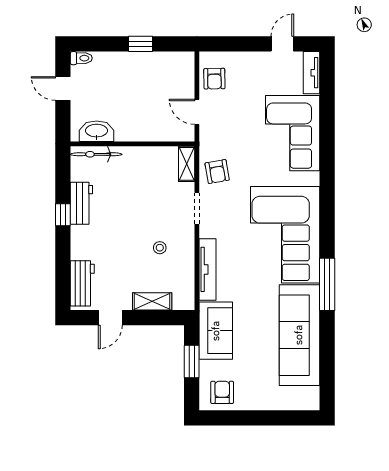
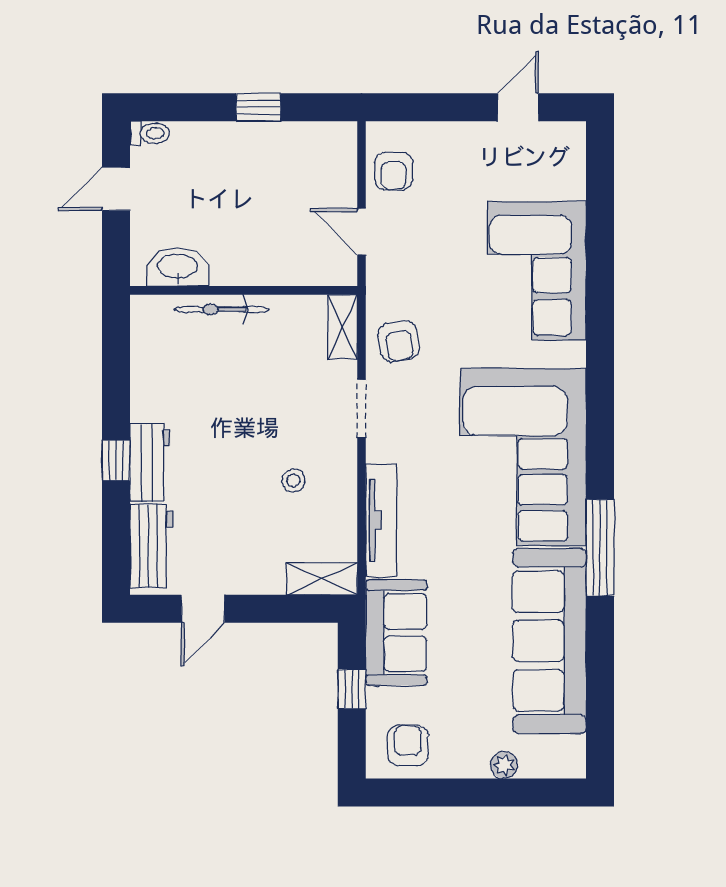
tv unit: (311, 73) -> (571, 160), removed
door: (63, 88) -> (116, 189), hinge flipped
bicycle: (96, 154) -> (222, 309), moved
workbench: (81, 203) -> (150, 463), moved
window: (63, 215) -> (116, 460), moved
shelving: (152, 301) -> (322, 579), moved
window: (192, 361) -> (352, 689), width x0.67
plant: (275, 403) -> (504, 765), added

